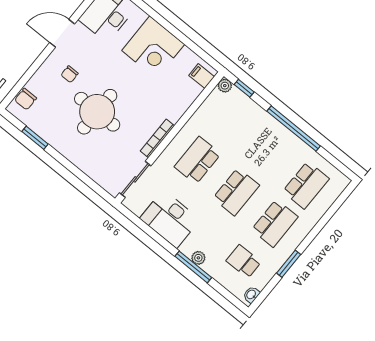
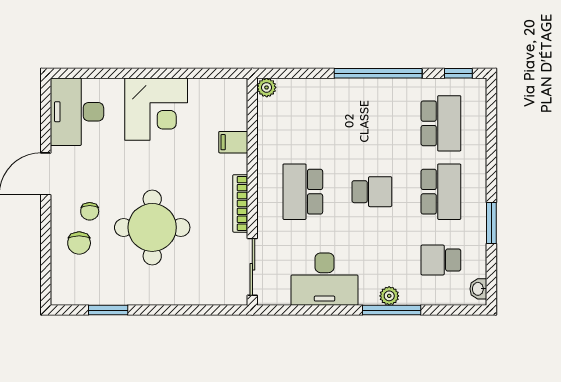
filing cabinet: (202, 76) -> (233, 142), moved
window: (244, 88) -> (458, 73), moved
chair: (26, 99) -> (79, 243), moved
school desk: (236, 192) -> (372, 192), width x0.54

